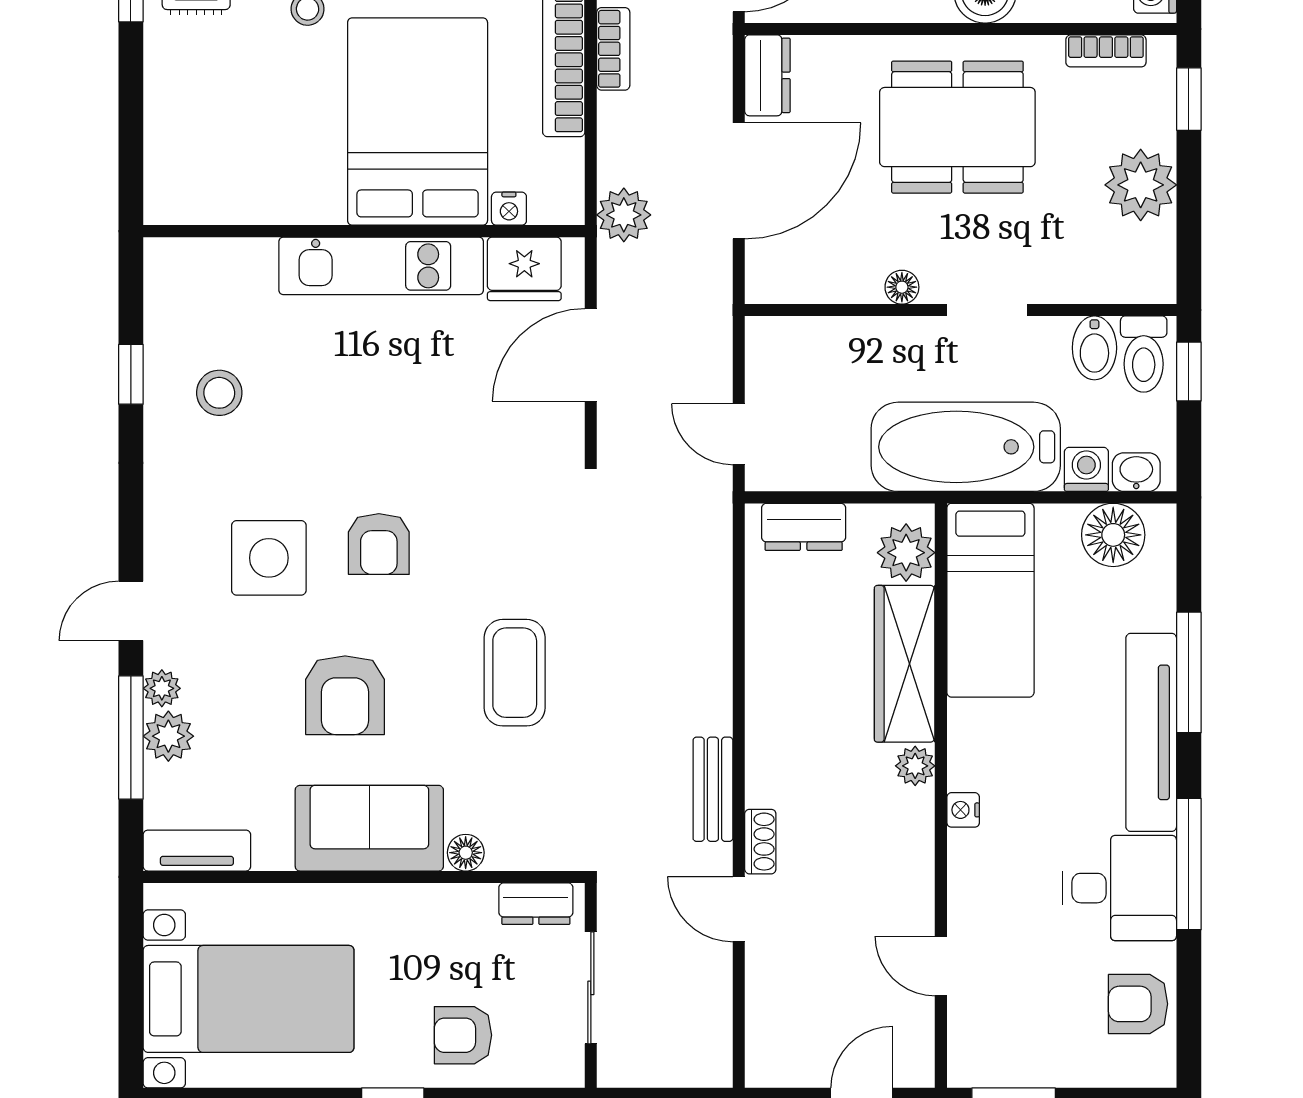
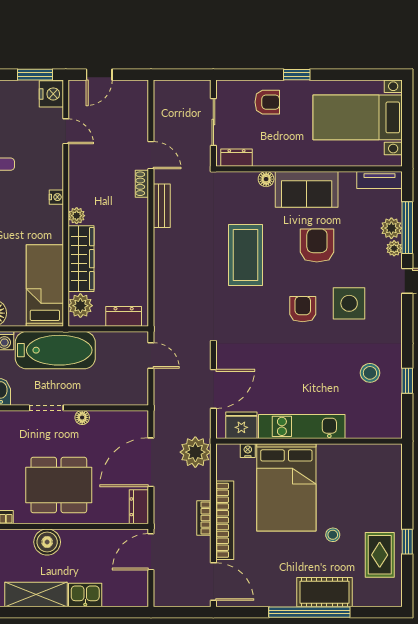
plant: (624, 215) -> (195, 452), width x1.36, depth x1.36
coffee table: (515, 673) -> (245, 255), width x1.36, depth x1.32
nightstand: (975, 1055) -> (51, 94), added

